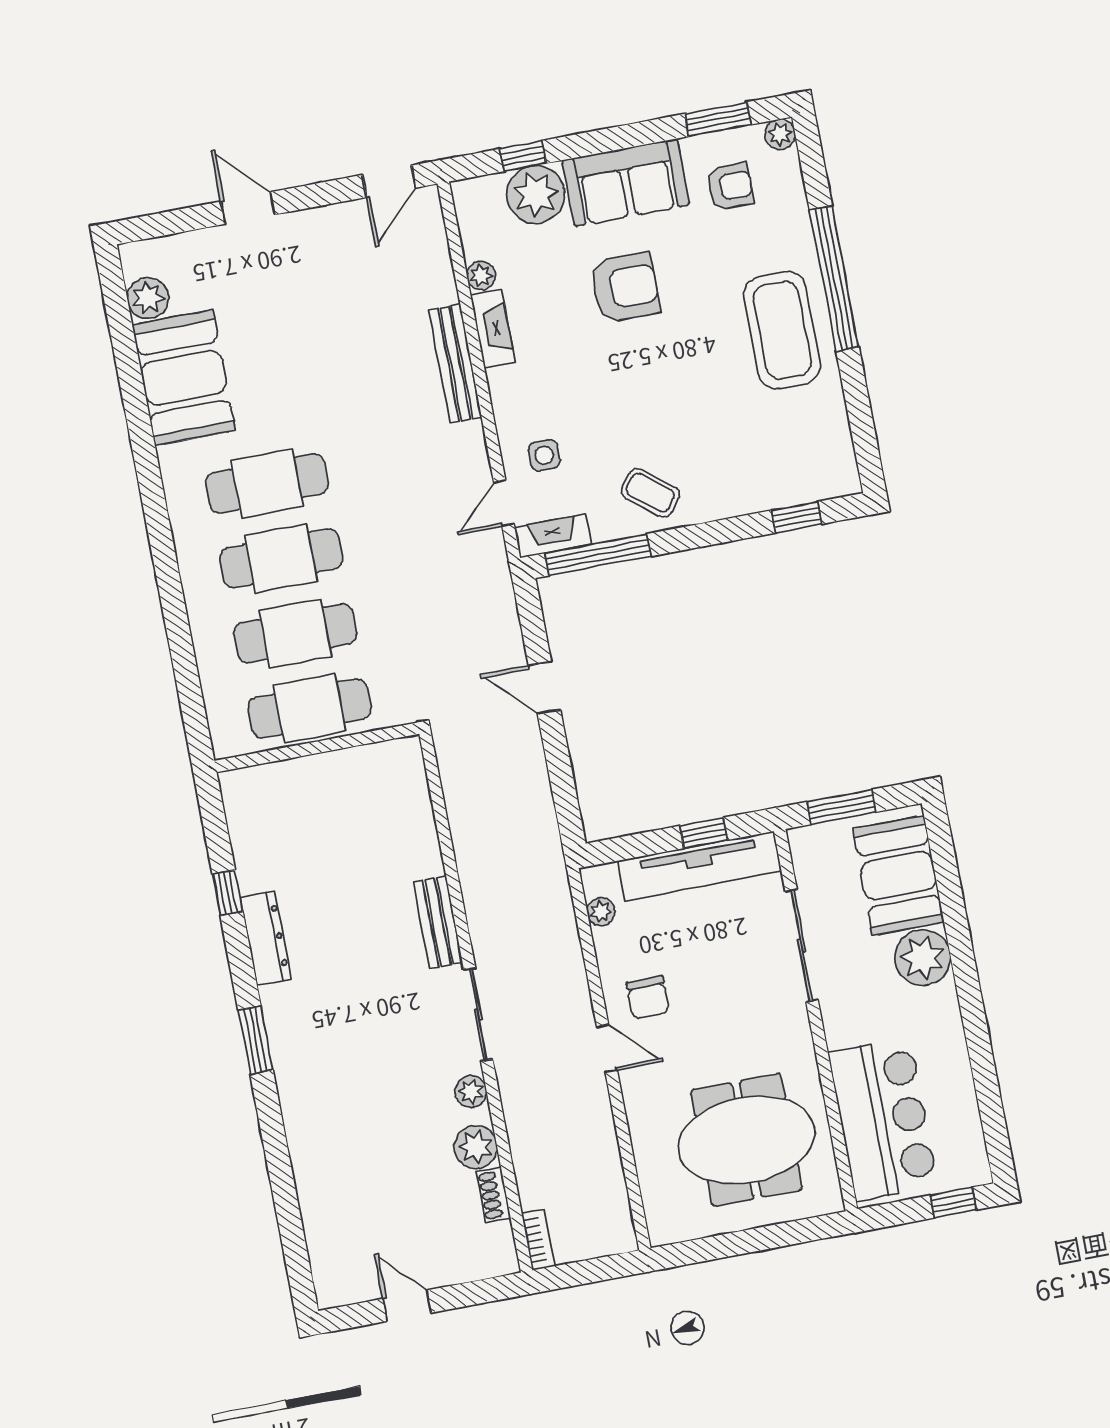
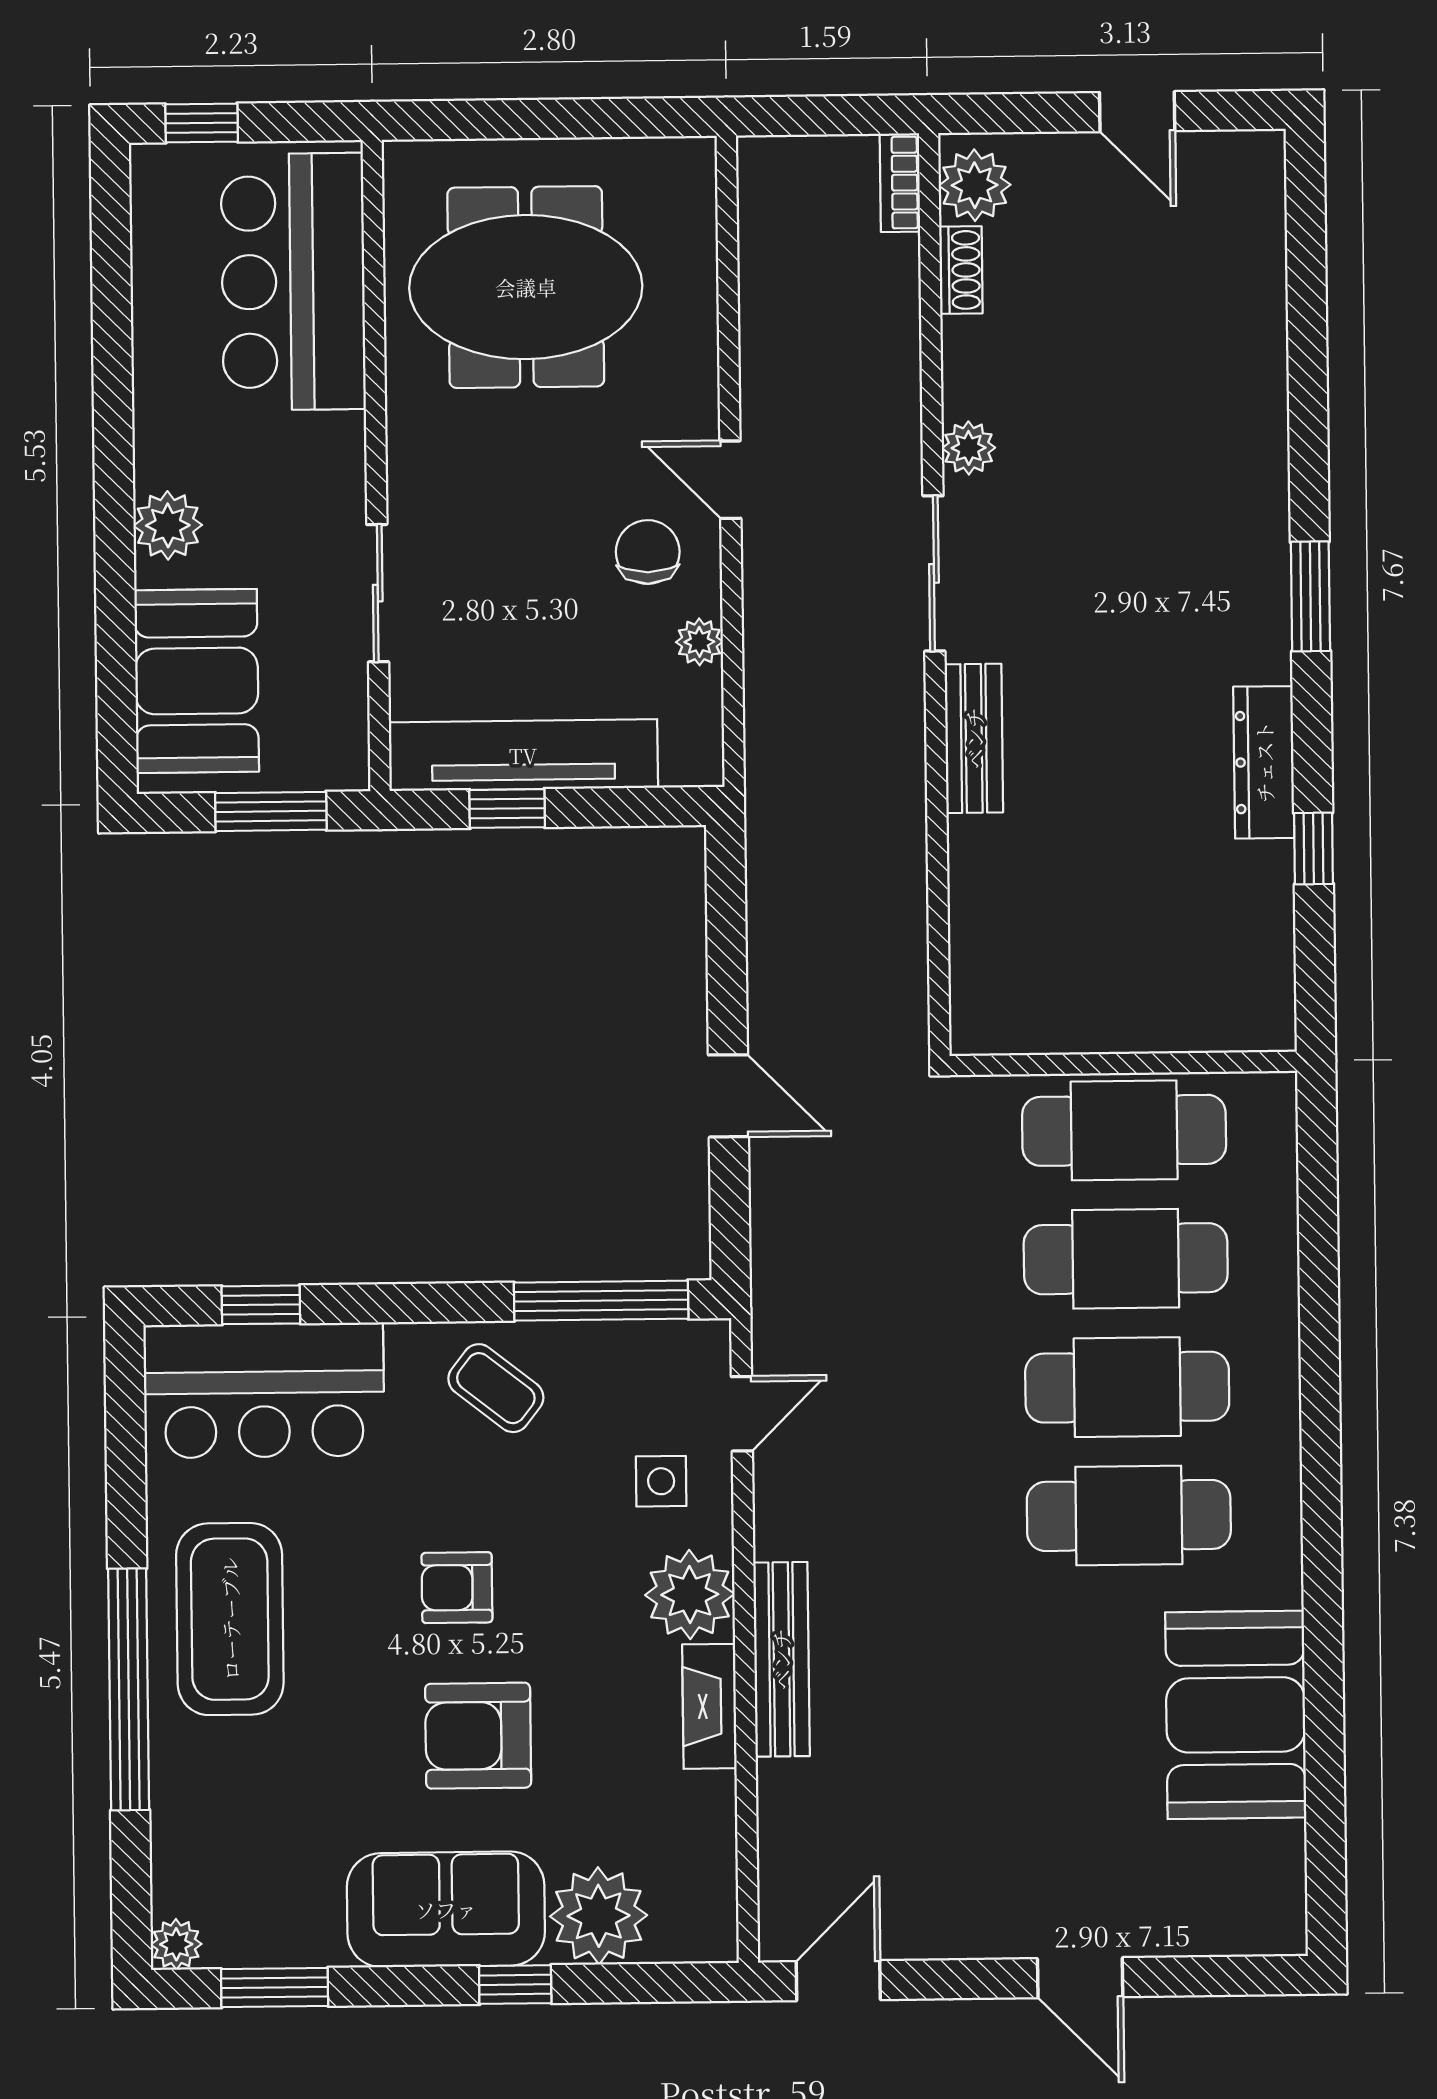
window: (523, 156) -> (515, 1985), moved
armchair: (730, 187) -> (457, 1588), moved
plant: (481, 276) -> (690, 1595), moved, width x1.88, depth x1.88
plant: (148, 298) -> (1272, 1858), removed
bar counter: (786, 467) -> (264, 1390), added
fireplace: (553, 536) -> (670, 1345), removed
plant: (601, 912) -> (699, 642), moved
sliding door: (802, 946) -> (378, 593), width x0.73
plant: (923, 958) -> (168, 525), width x0.73, depth x0.73
plant: (476, 1147) -> (975, 185), moved

